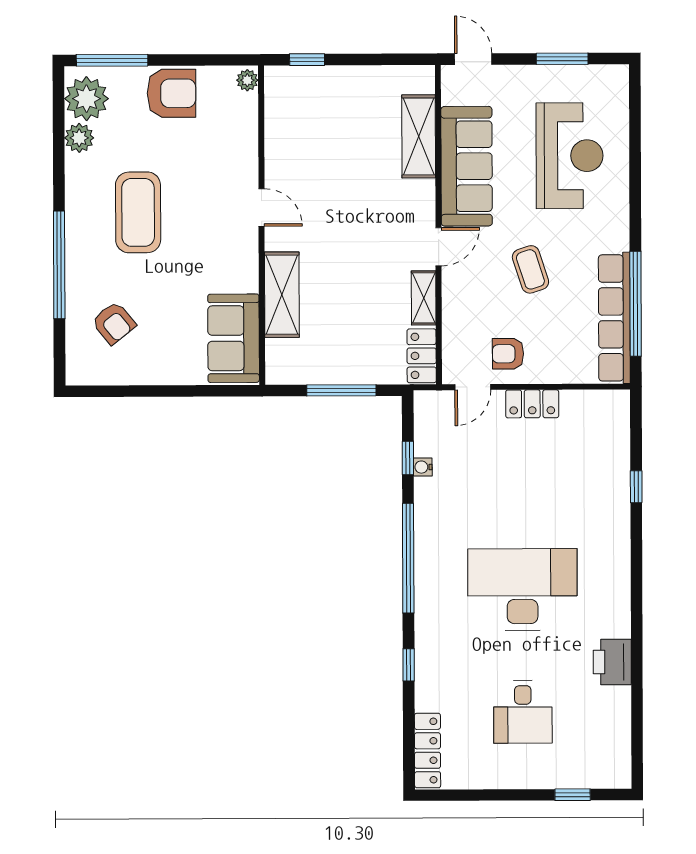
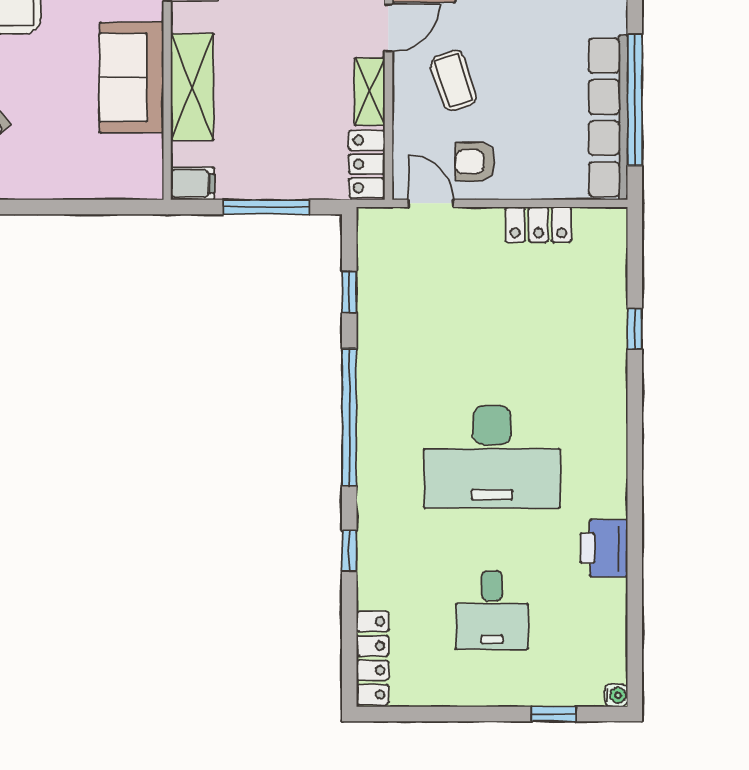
coffee table: (530, 269) -> (454, 80), moved
sofa: (234, 338) -> (132, 78), moved
filing cabinet: (282, 372) -> (192, 184), added
door: (473, 387) -> (431, 203), swing flipped
locker: (532, 404) -> (538, 225), moved
water cooler: (423, 467) -> (616, 695), moved, turned 180
desk: (522, 589) -> (492, 457), turned 180

